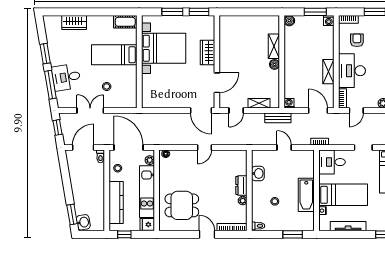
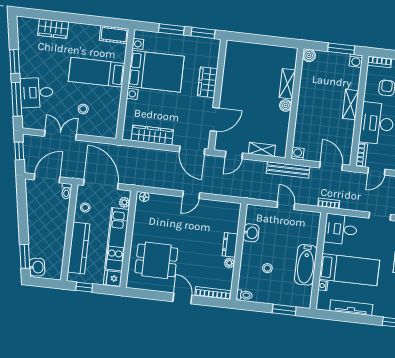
shelving: (328, 72) -> (351, 105), moved
wardrobe: (167, 102) -> (152, 135), added
bench: (278, 118) -> (288, 170), width x1.36

